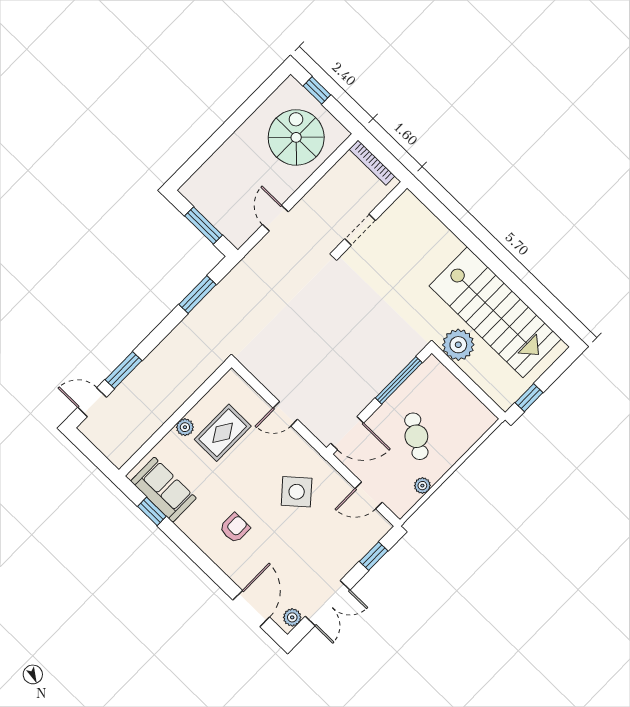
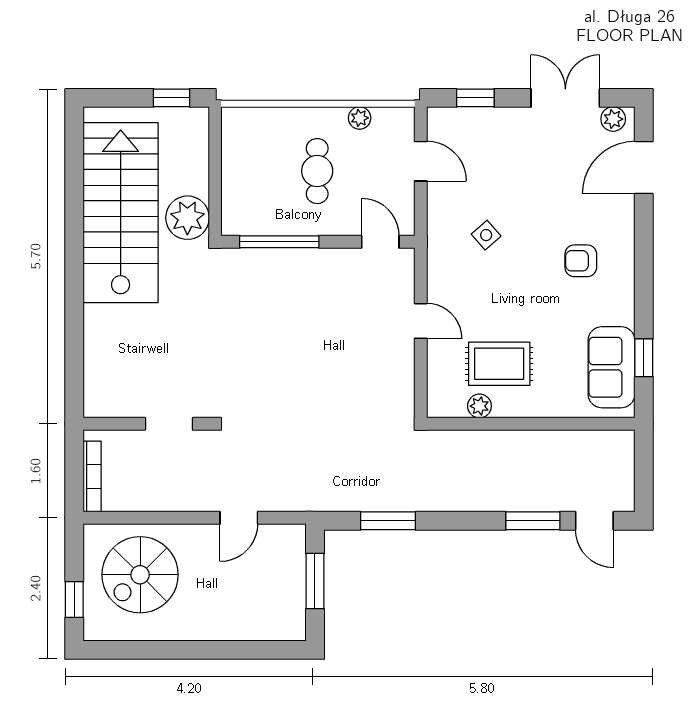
plant: (185, 427) -> (479, 406), moved
door: (347, 433) -> (380, 242), width x0.73
cafe table: (416, 436) -> (317, 171), turned -33
side table: (297, 492) -> (486, 235), width x0.54, depth x0.54

